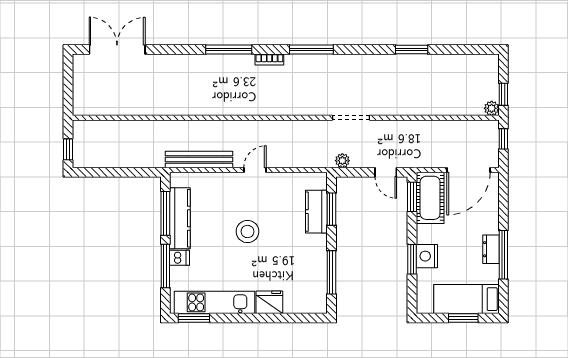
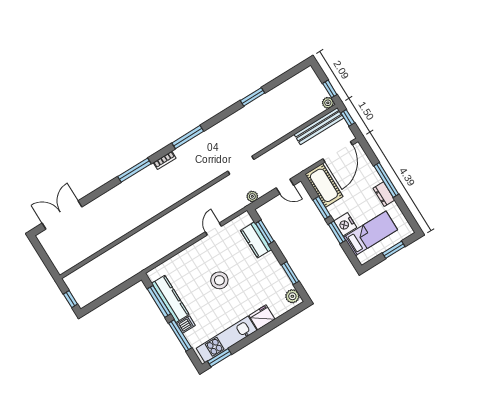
bench: (199, 159) -> (319, 126), moved
door: (255, 170) -> (213, 229), moved
window: (412, 197) -> (322, 208), moved
window: (503, 255) -> (386, 180), moved
window: (331, 272) -> (290, 273), width x0.69
bed: (466, 299) -> (371, 233), moved, turned 180
plant: (318, 300) -> (292, 296), added

